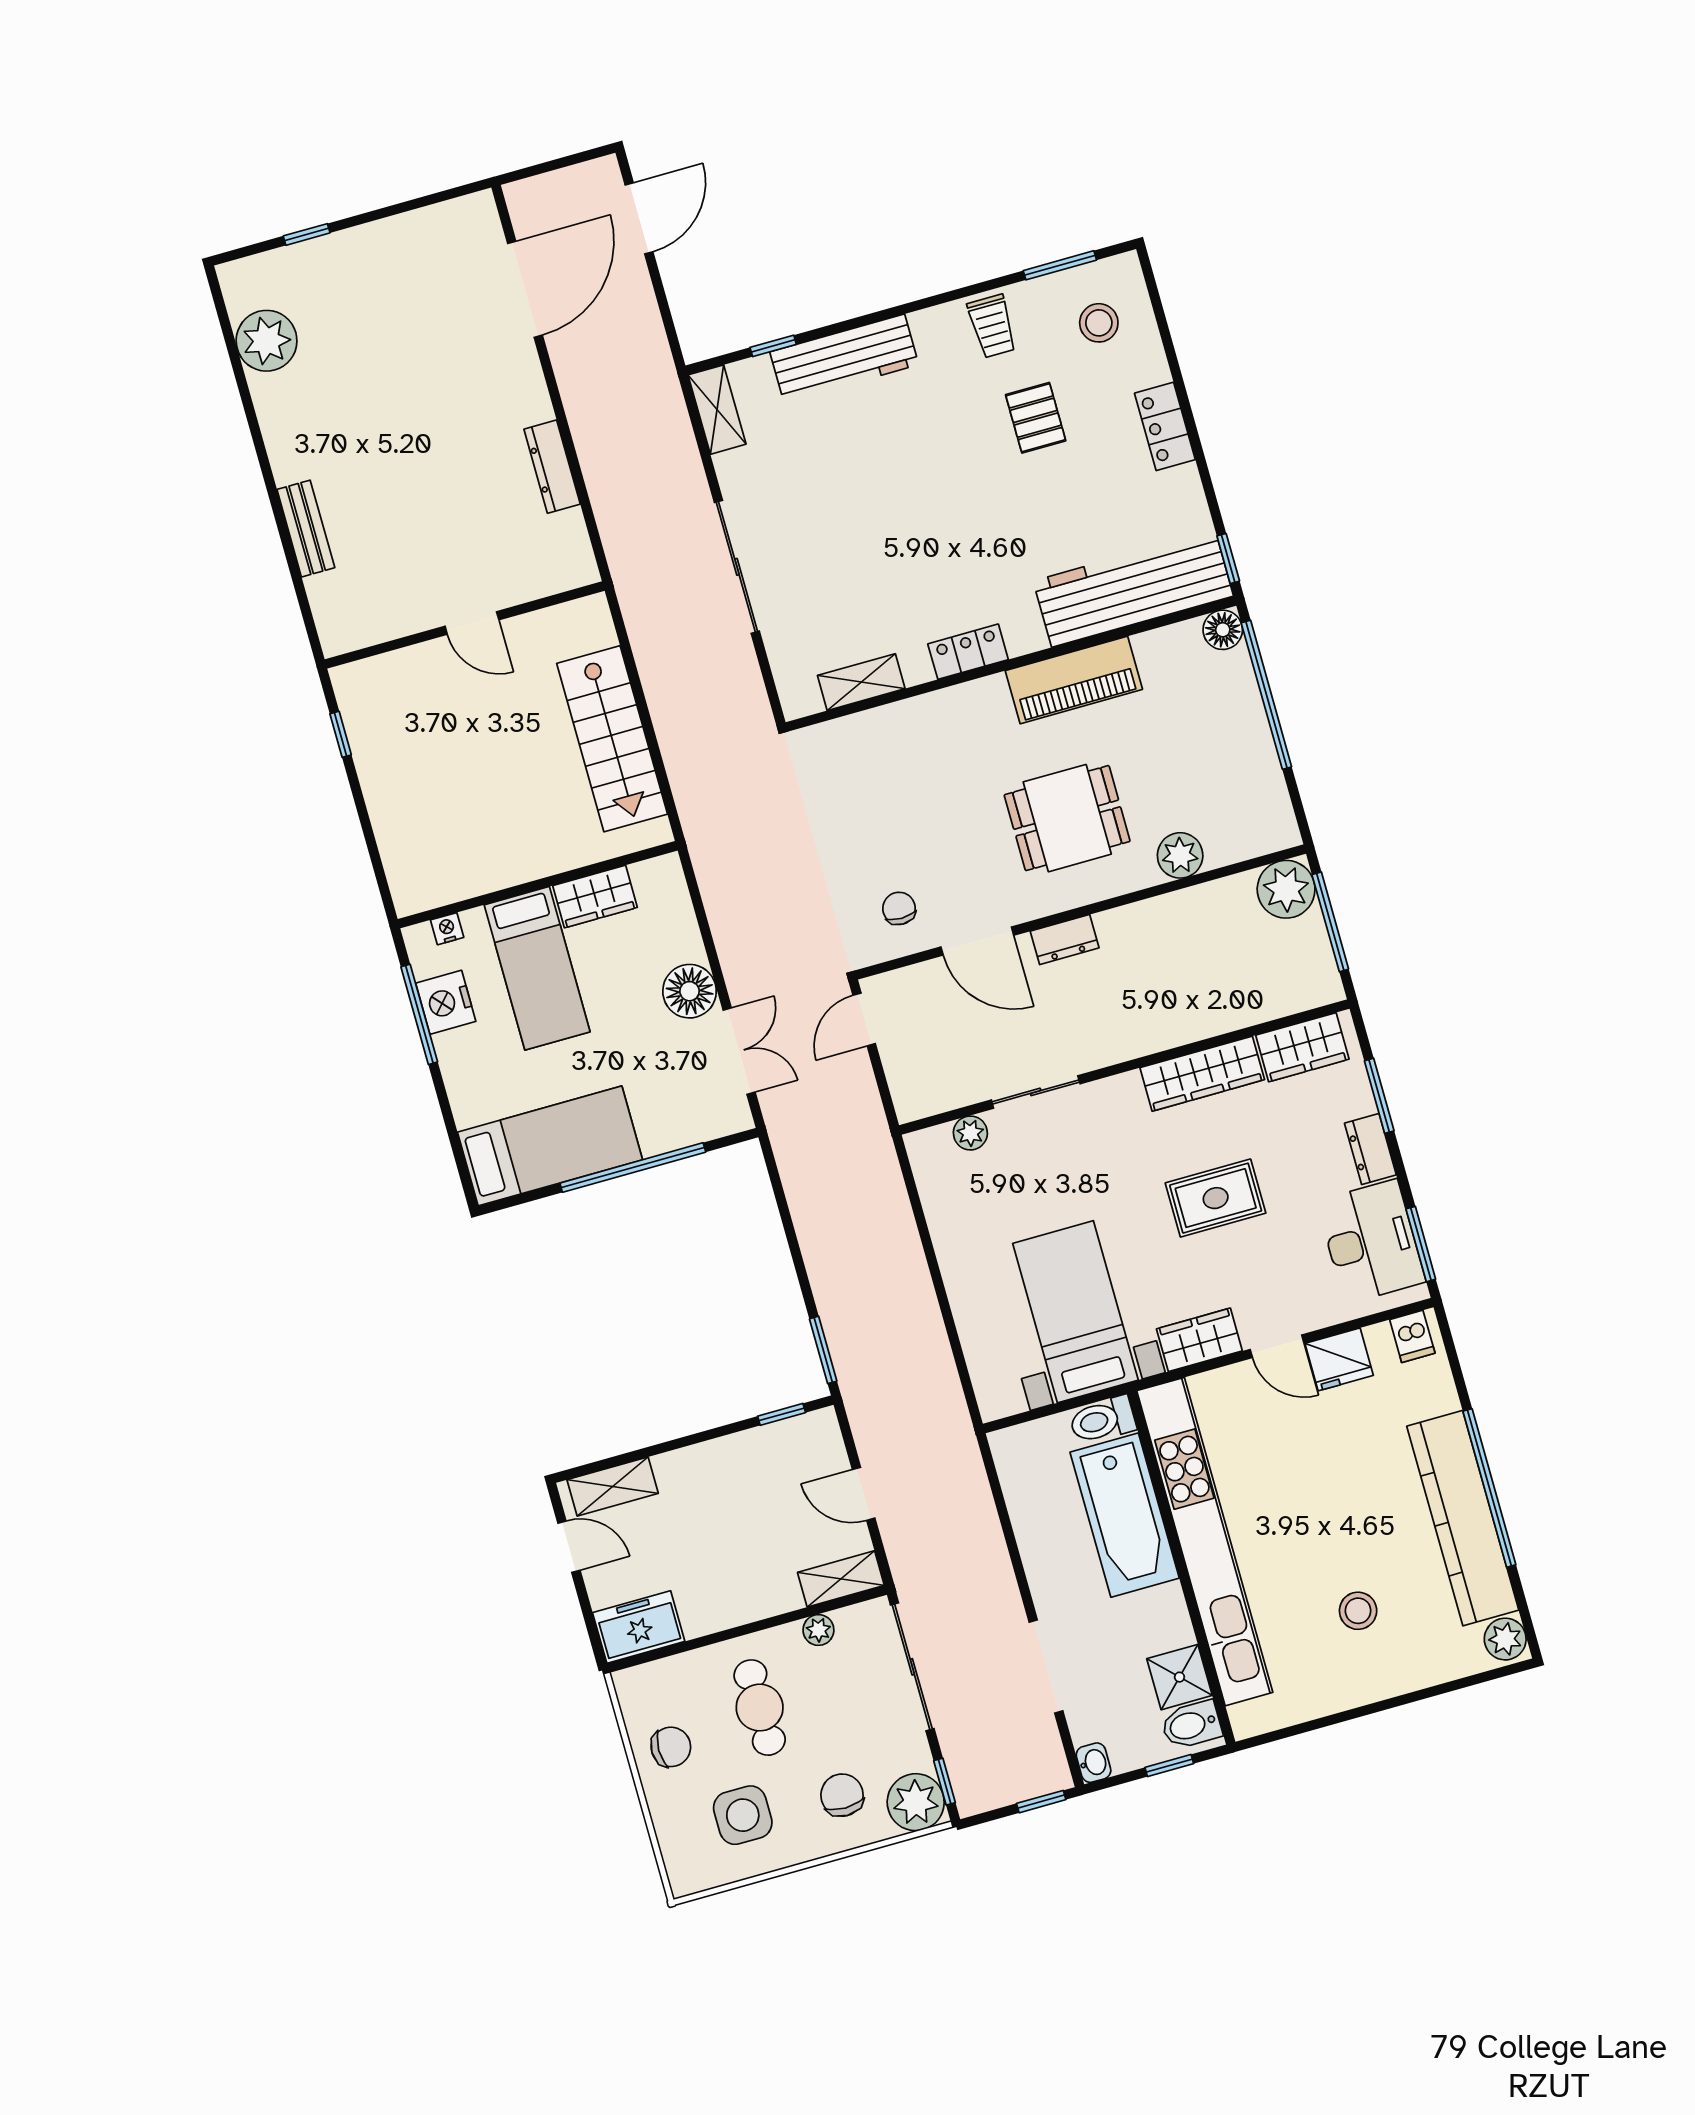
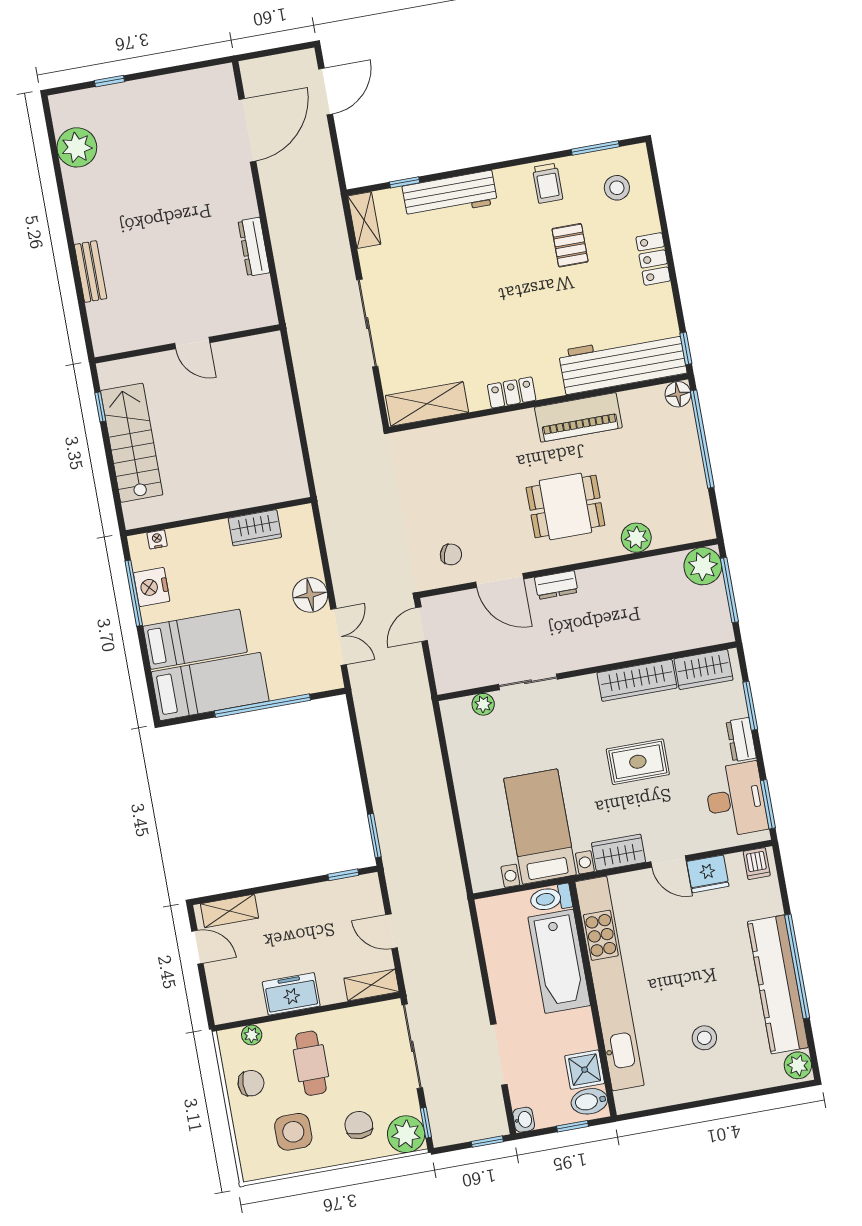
shelving: (861, 682) -> (427, 404), width x1.50, depth x1.33
stairs: (612, 739) -> (132, 443), moved, turned 180
chair: (899, 908) -> (451, 554), turned 109
bed: (537, 968) -> (195, 639), moved, turned -90
freezer: (639, 1627) -> (291, 994), moved
plant: (818, 1630) -> (252, 1035), moved

